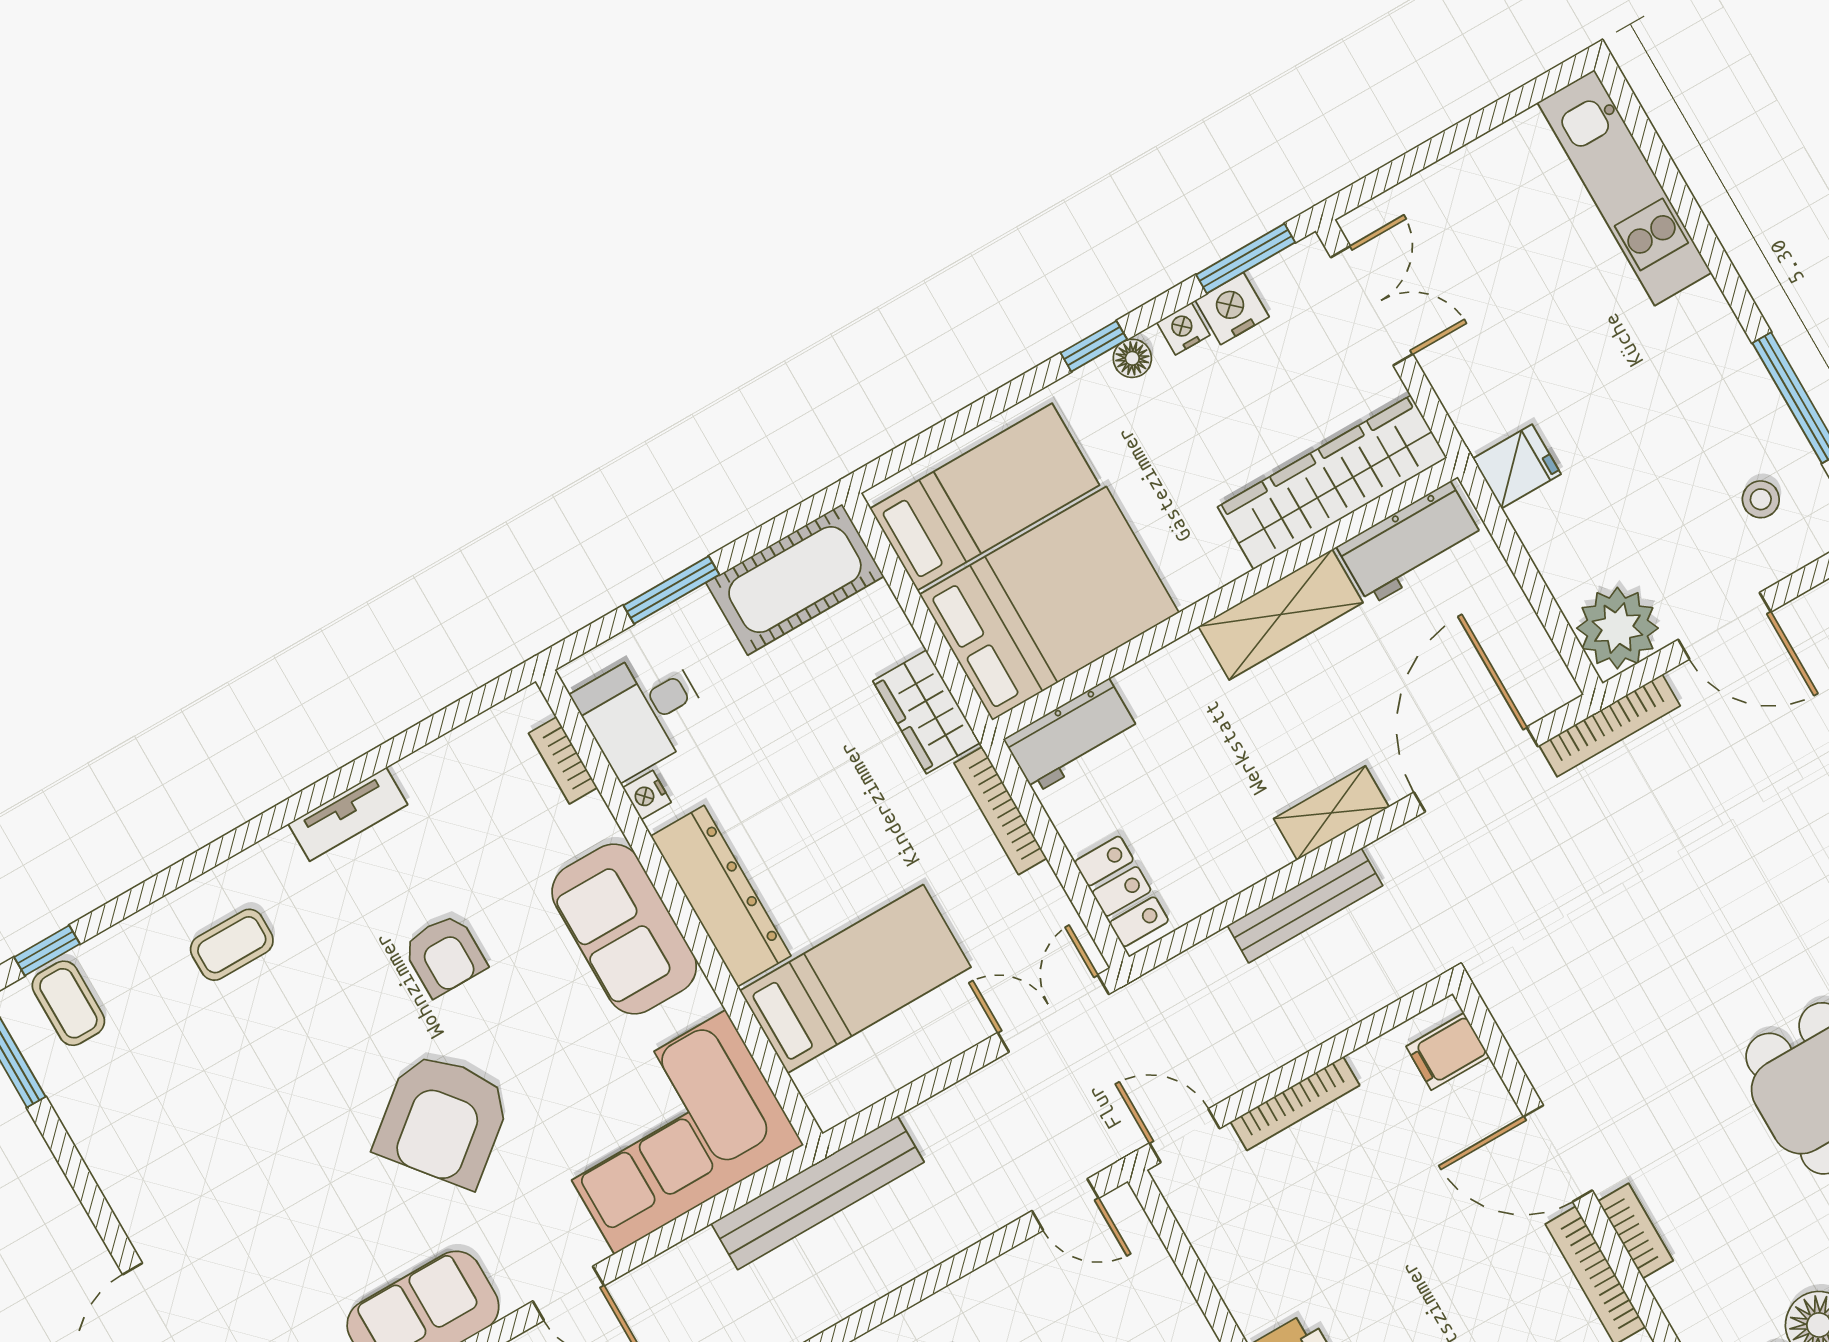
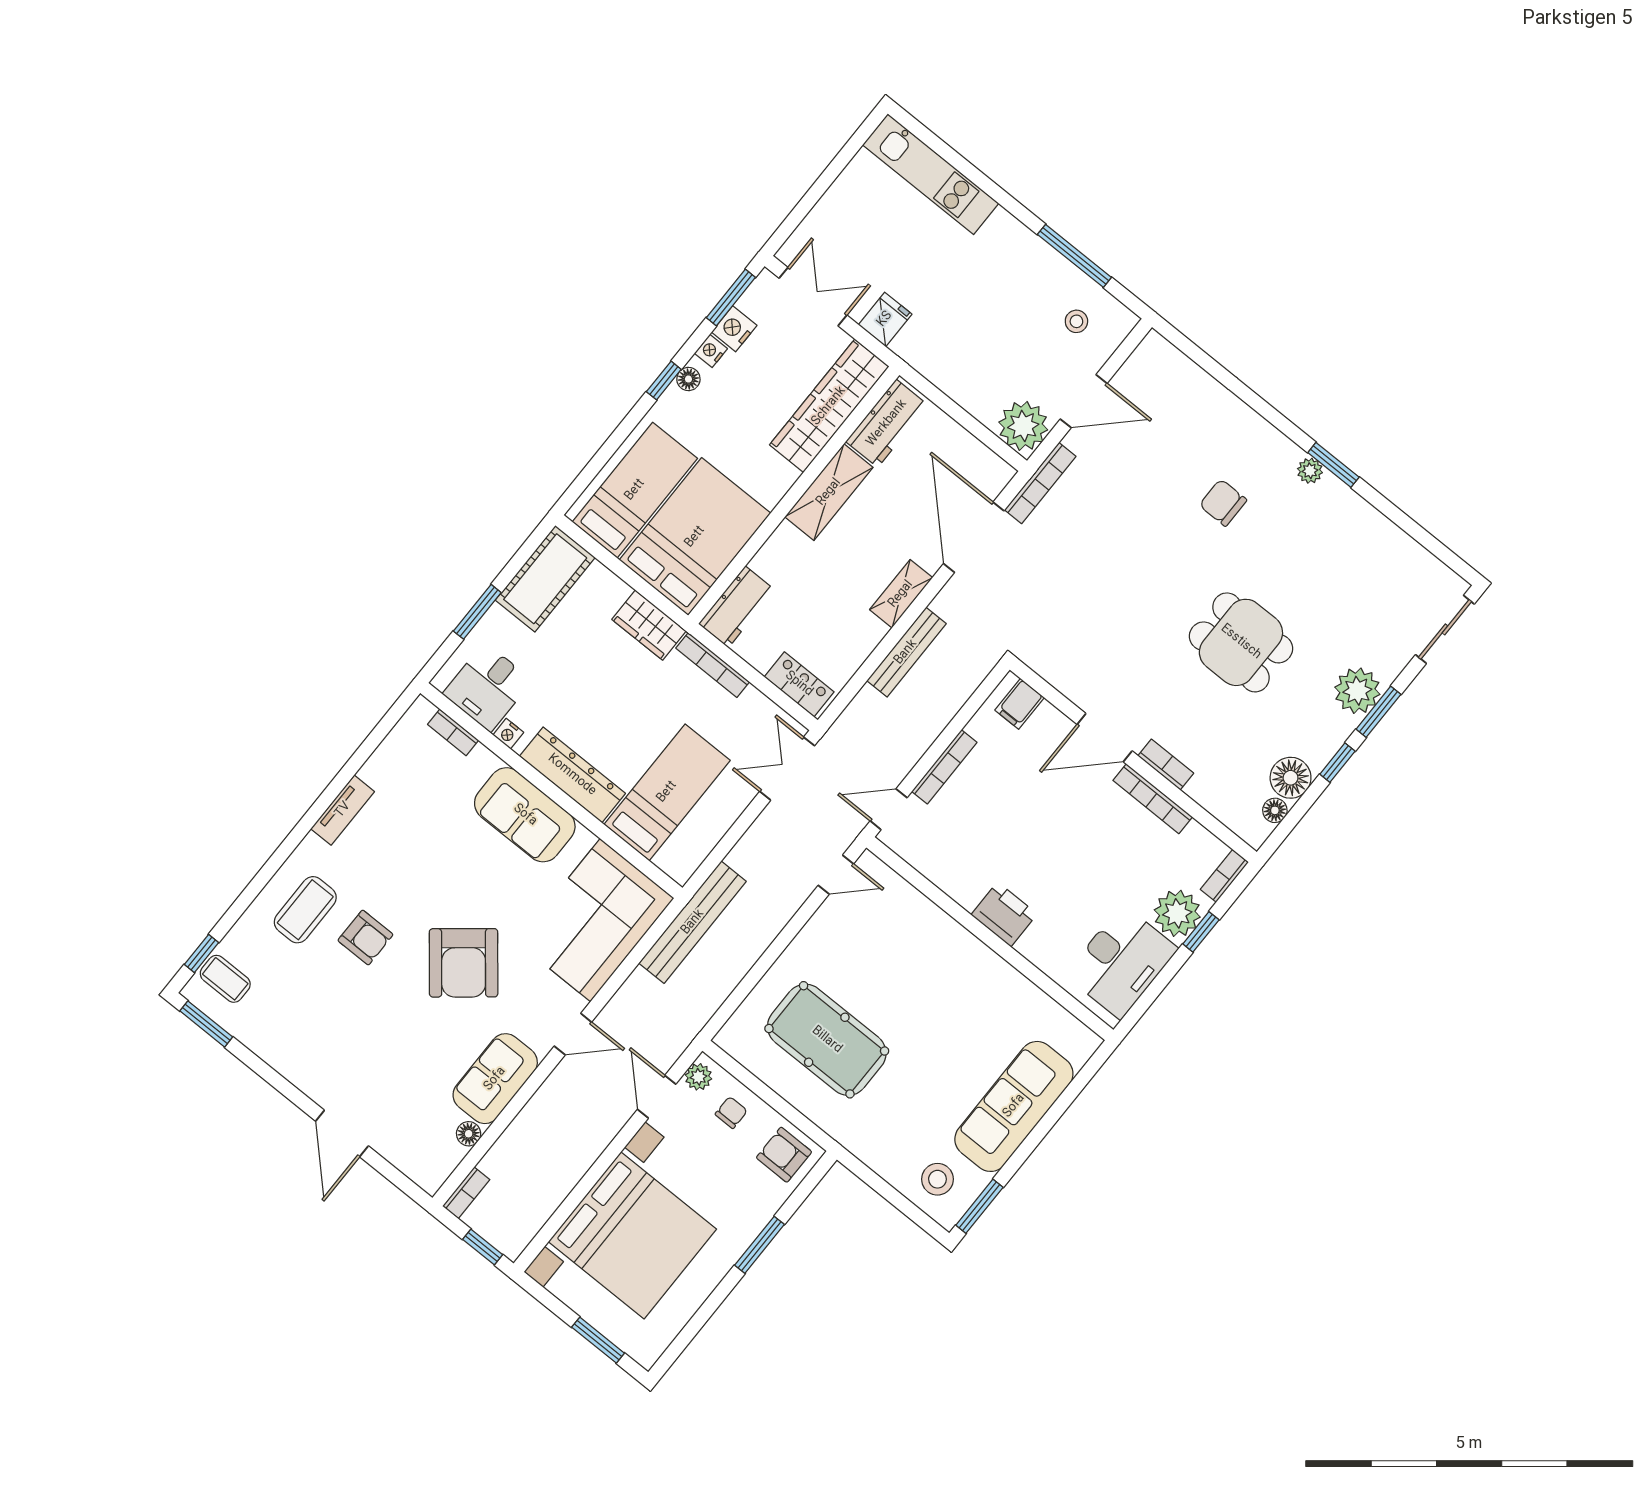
fridge: (1517, 466) -> (885, 319), moved
coffee table: (232, 945) -> (305, 910), width x1.36, depth x1.30
armchair: (445, 955) -> (365, 938), moved

